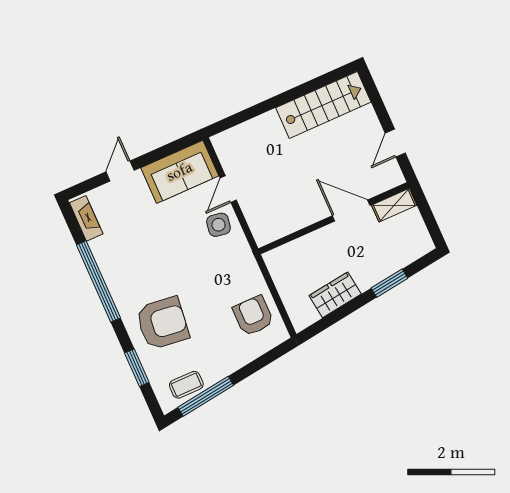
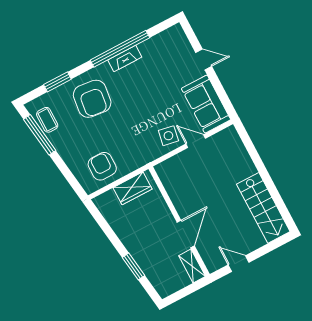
fireplace: (86, 218) -> (125, 59), moved
wardrobe: (335, 295) -> (133, 188), moved, turned 98
armchair: (253, 316) -> (102, 166), turned -90

